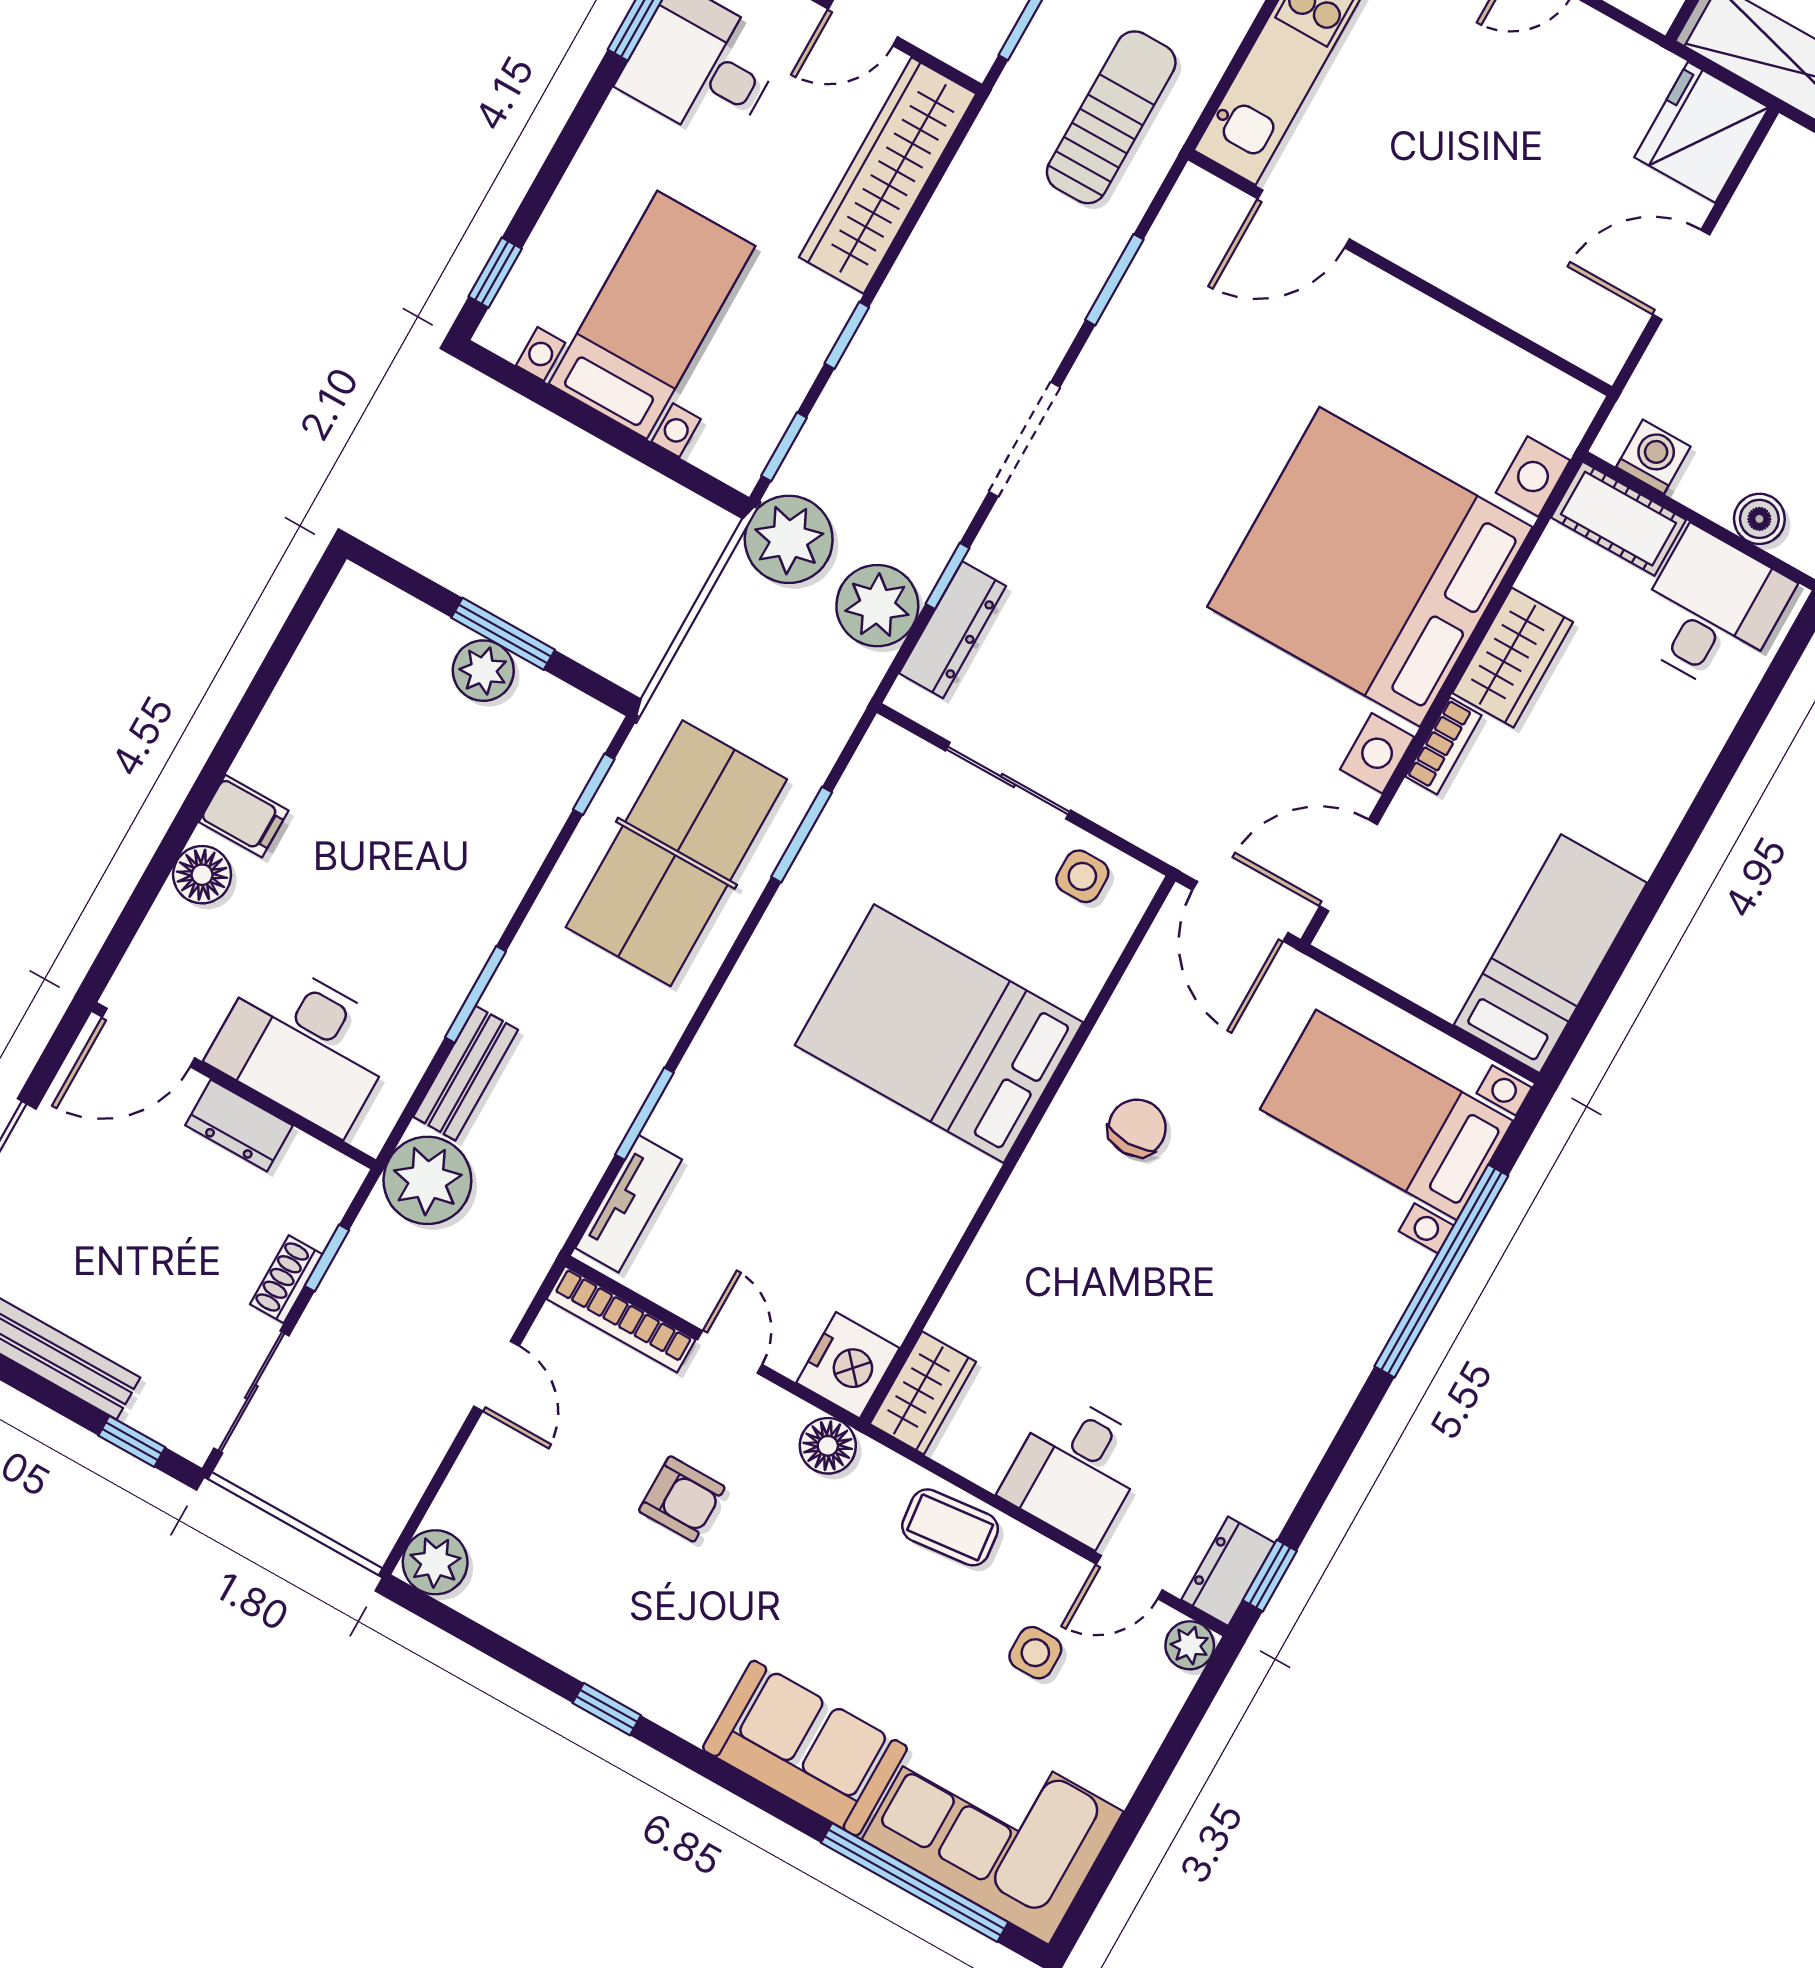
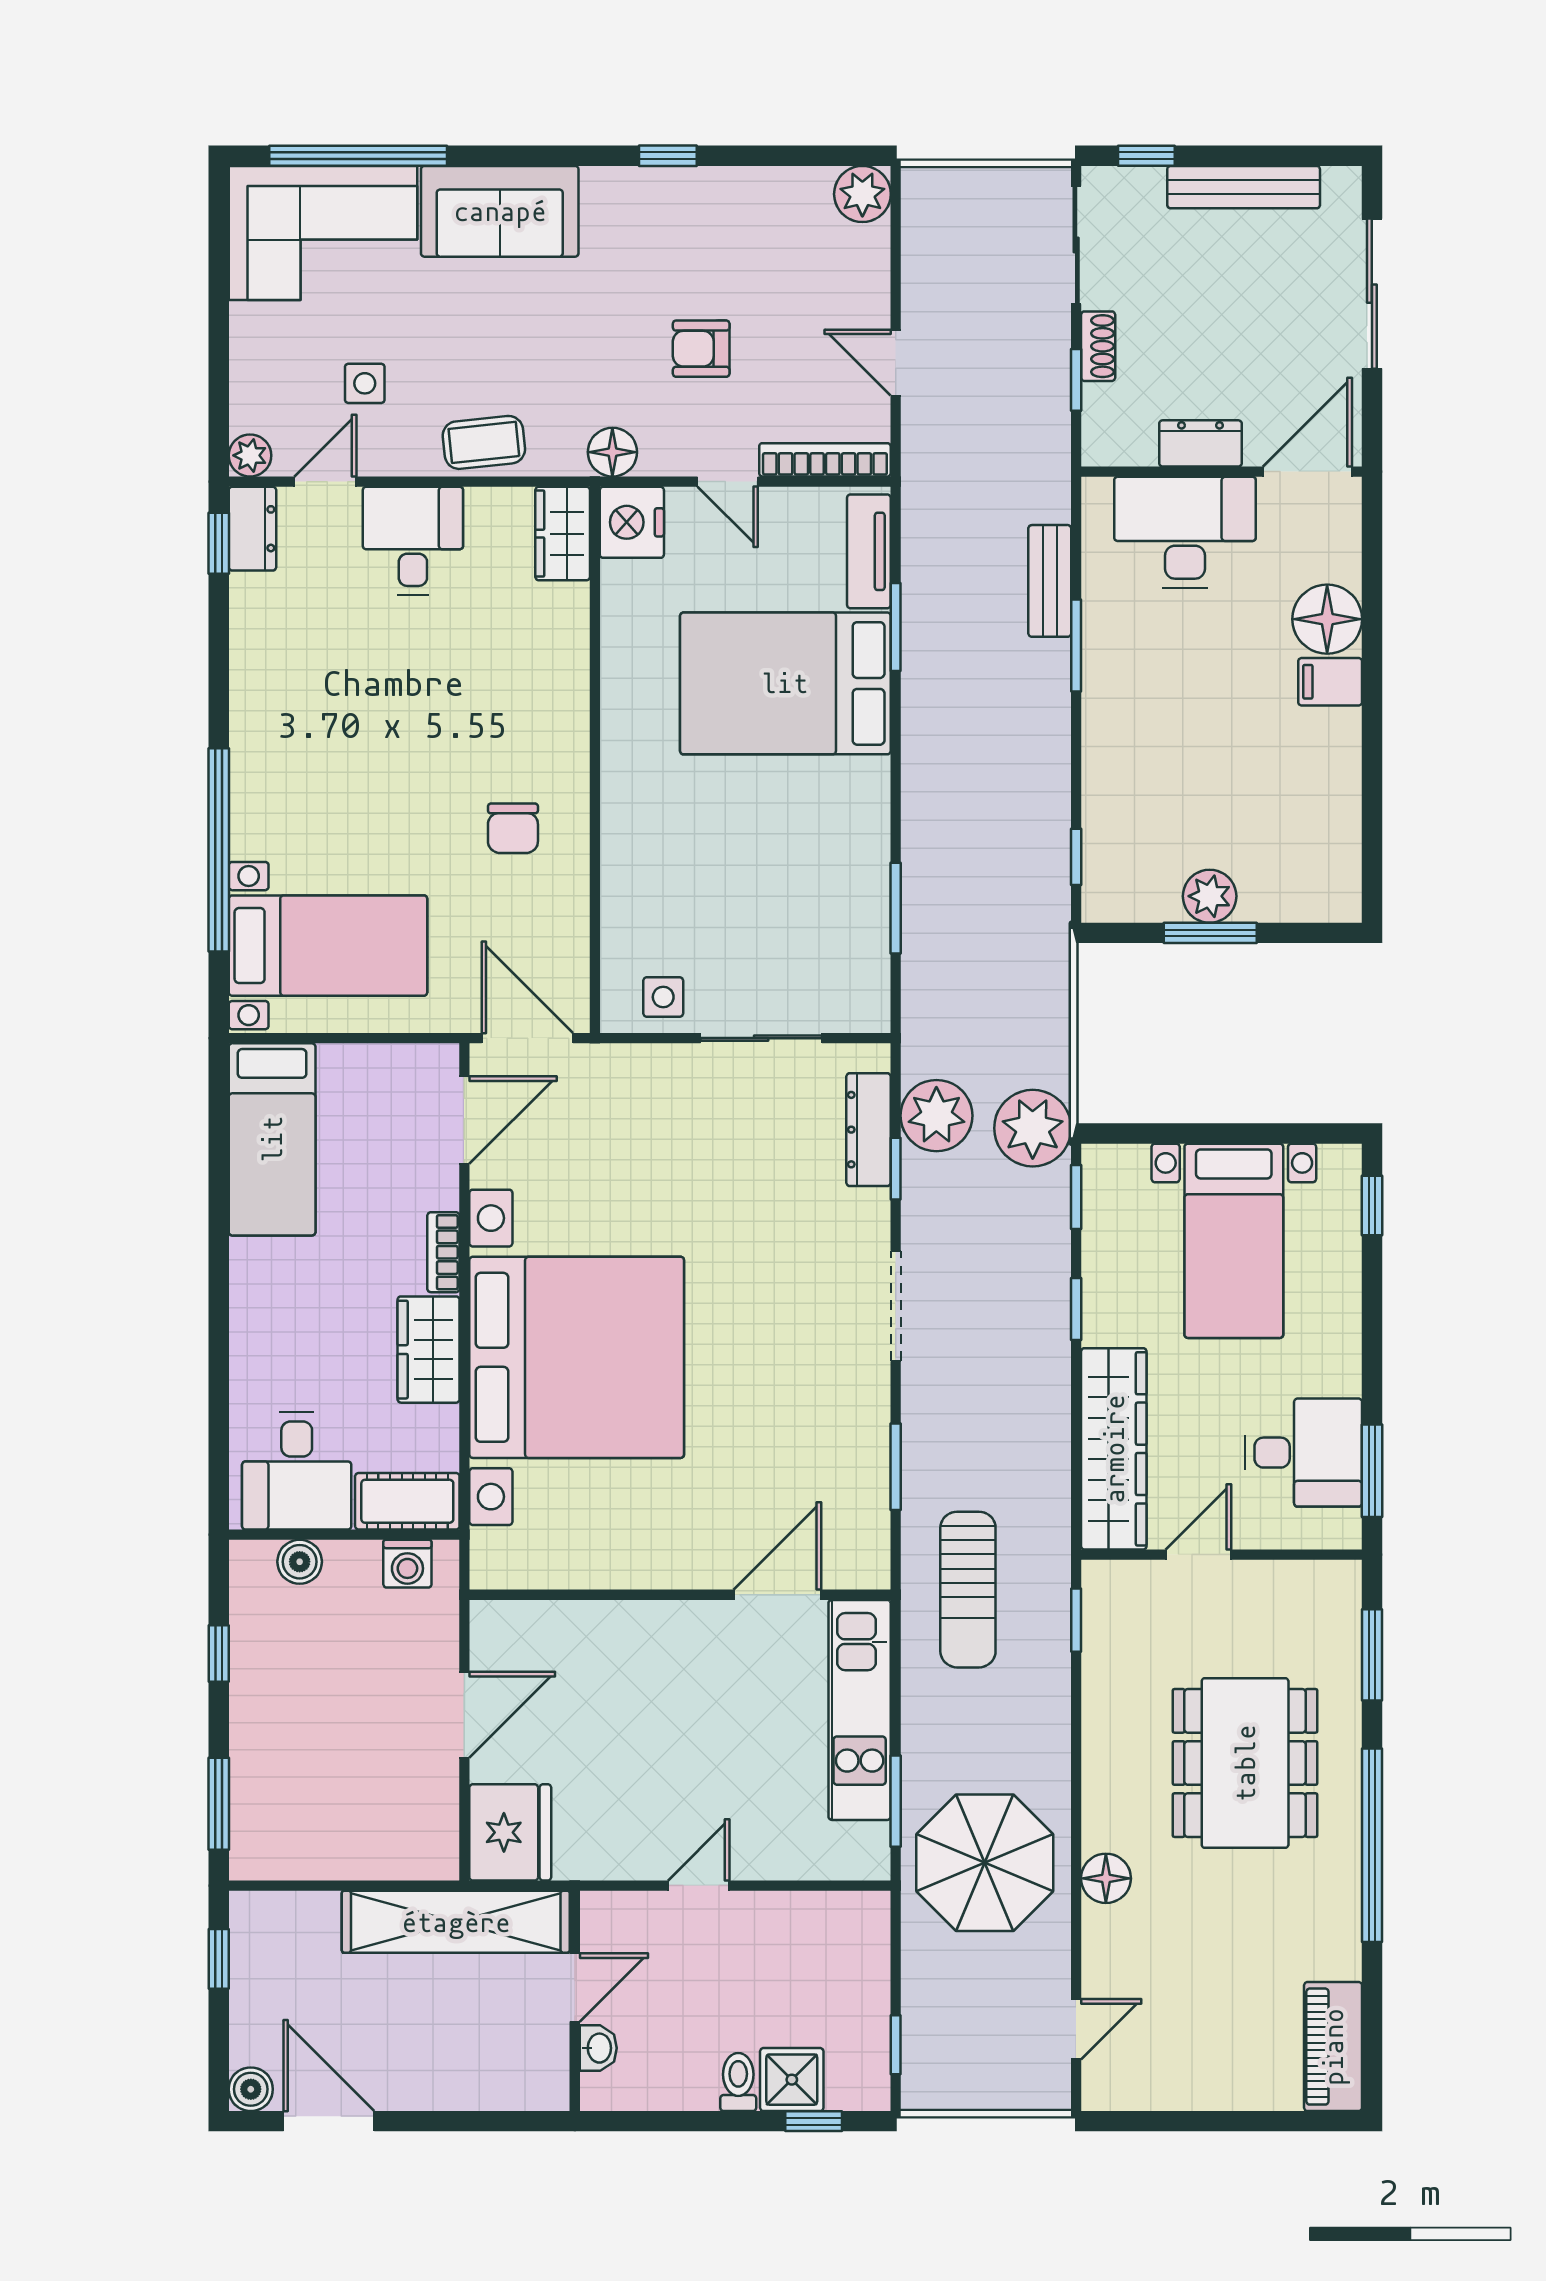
table tennis table: (676, 853) -> (983, 840), removed
floor lamp: (202, 875) -> (1327, 619), width x1.38, depth x1.38
bed: (939, 1034) -> (785, 683), moved, turned 180
plant: (427, 1180) -> (1033, 483), removed

